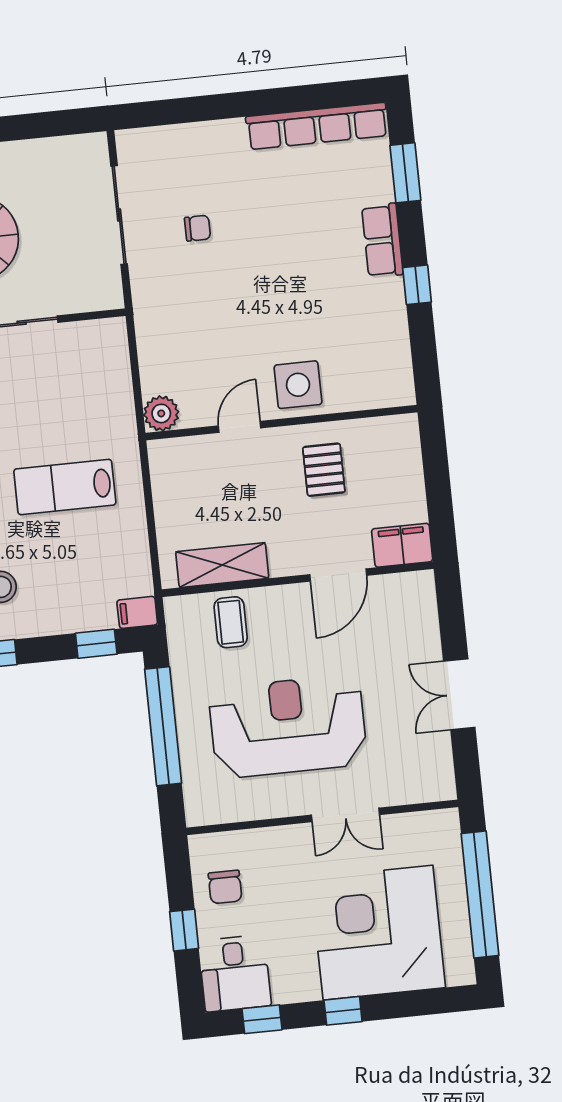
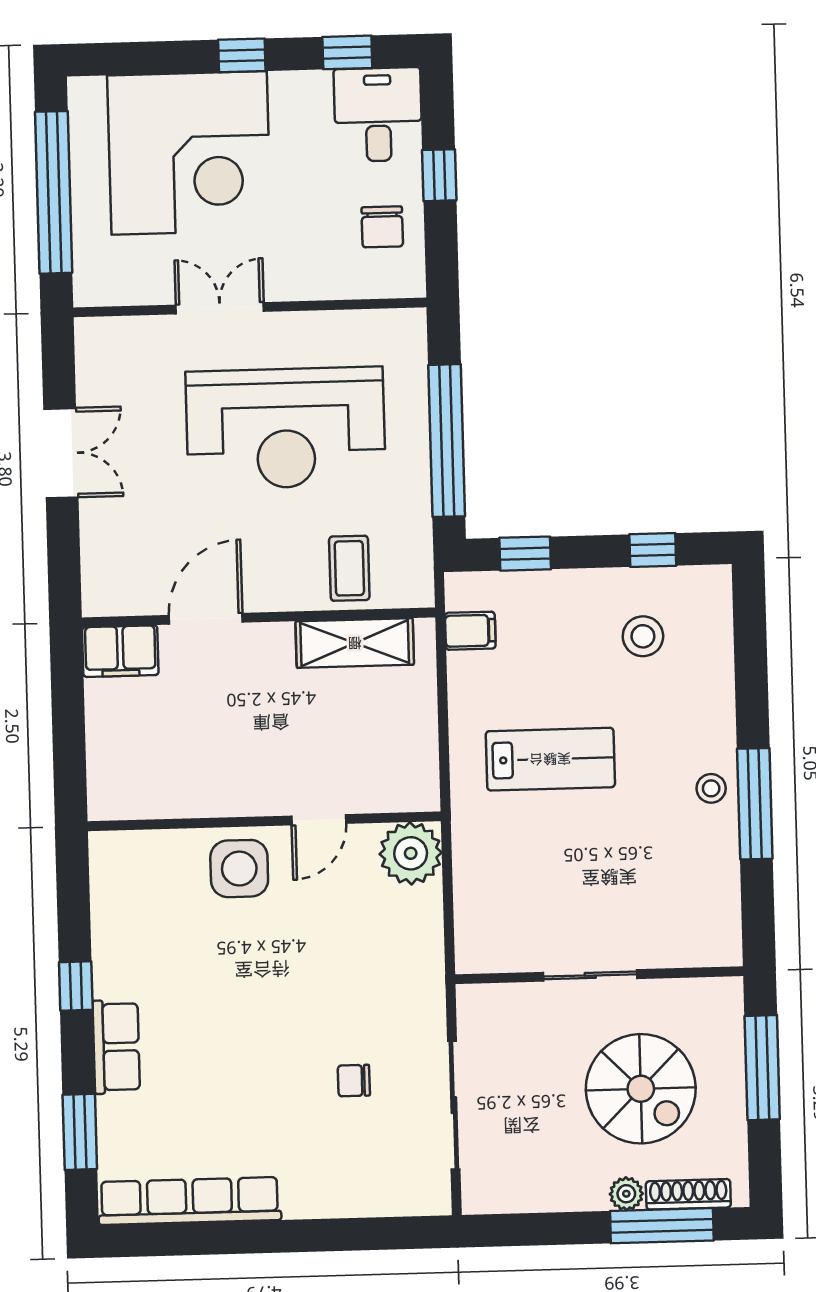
plant: (161, 413) -> (411, 853), width x1.36, depth x1.36
pallet: (324, 470) -> (214, 756), removed
filing cabinet: (137, 612) -> (470, 631), moved
chair: (225, 887) -> (382, 227), turned 180

